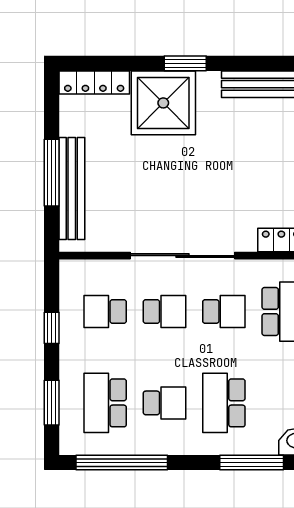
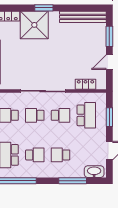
school desk: (164, 312) -> (35, 115), turned 180
school desk: (224, 403) -> (61, 155), width x0.54

